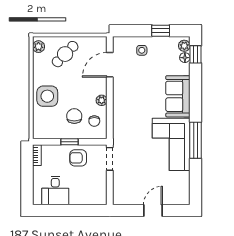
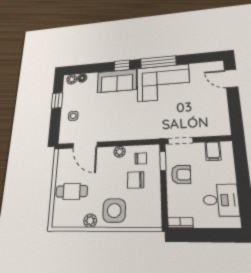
plant: (38, 47) -> (90, 221), moved
cafe table: (65, 54) -> (72, 191), turned -45
window: (196, 54) -> (122, 65), moved
window: (70, 142) -> (163, 161), moved
armchair: (78, 158) -> (181, 174), turned -88
filing cabinet: (98, 188) -> (213, 151), added
door: (153, 211) -> (231, 79), moved

